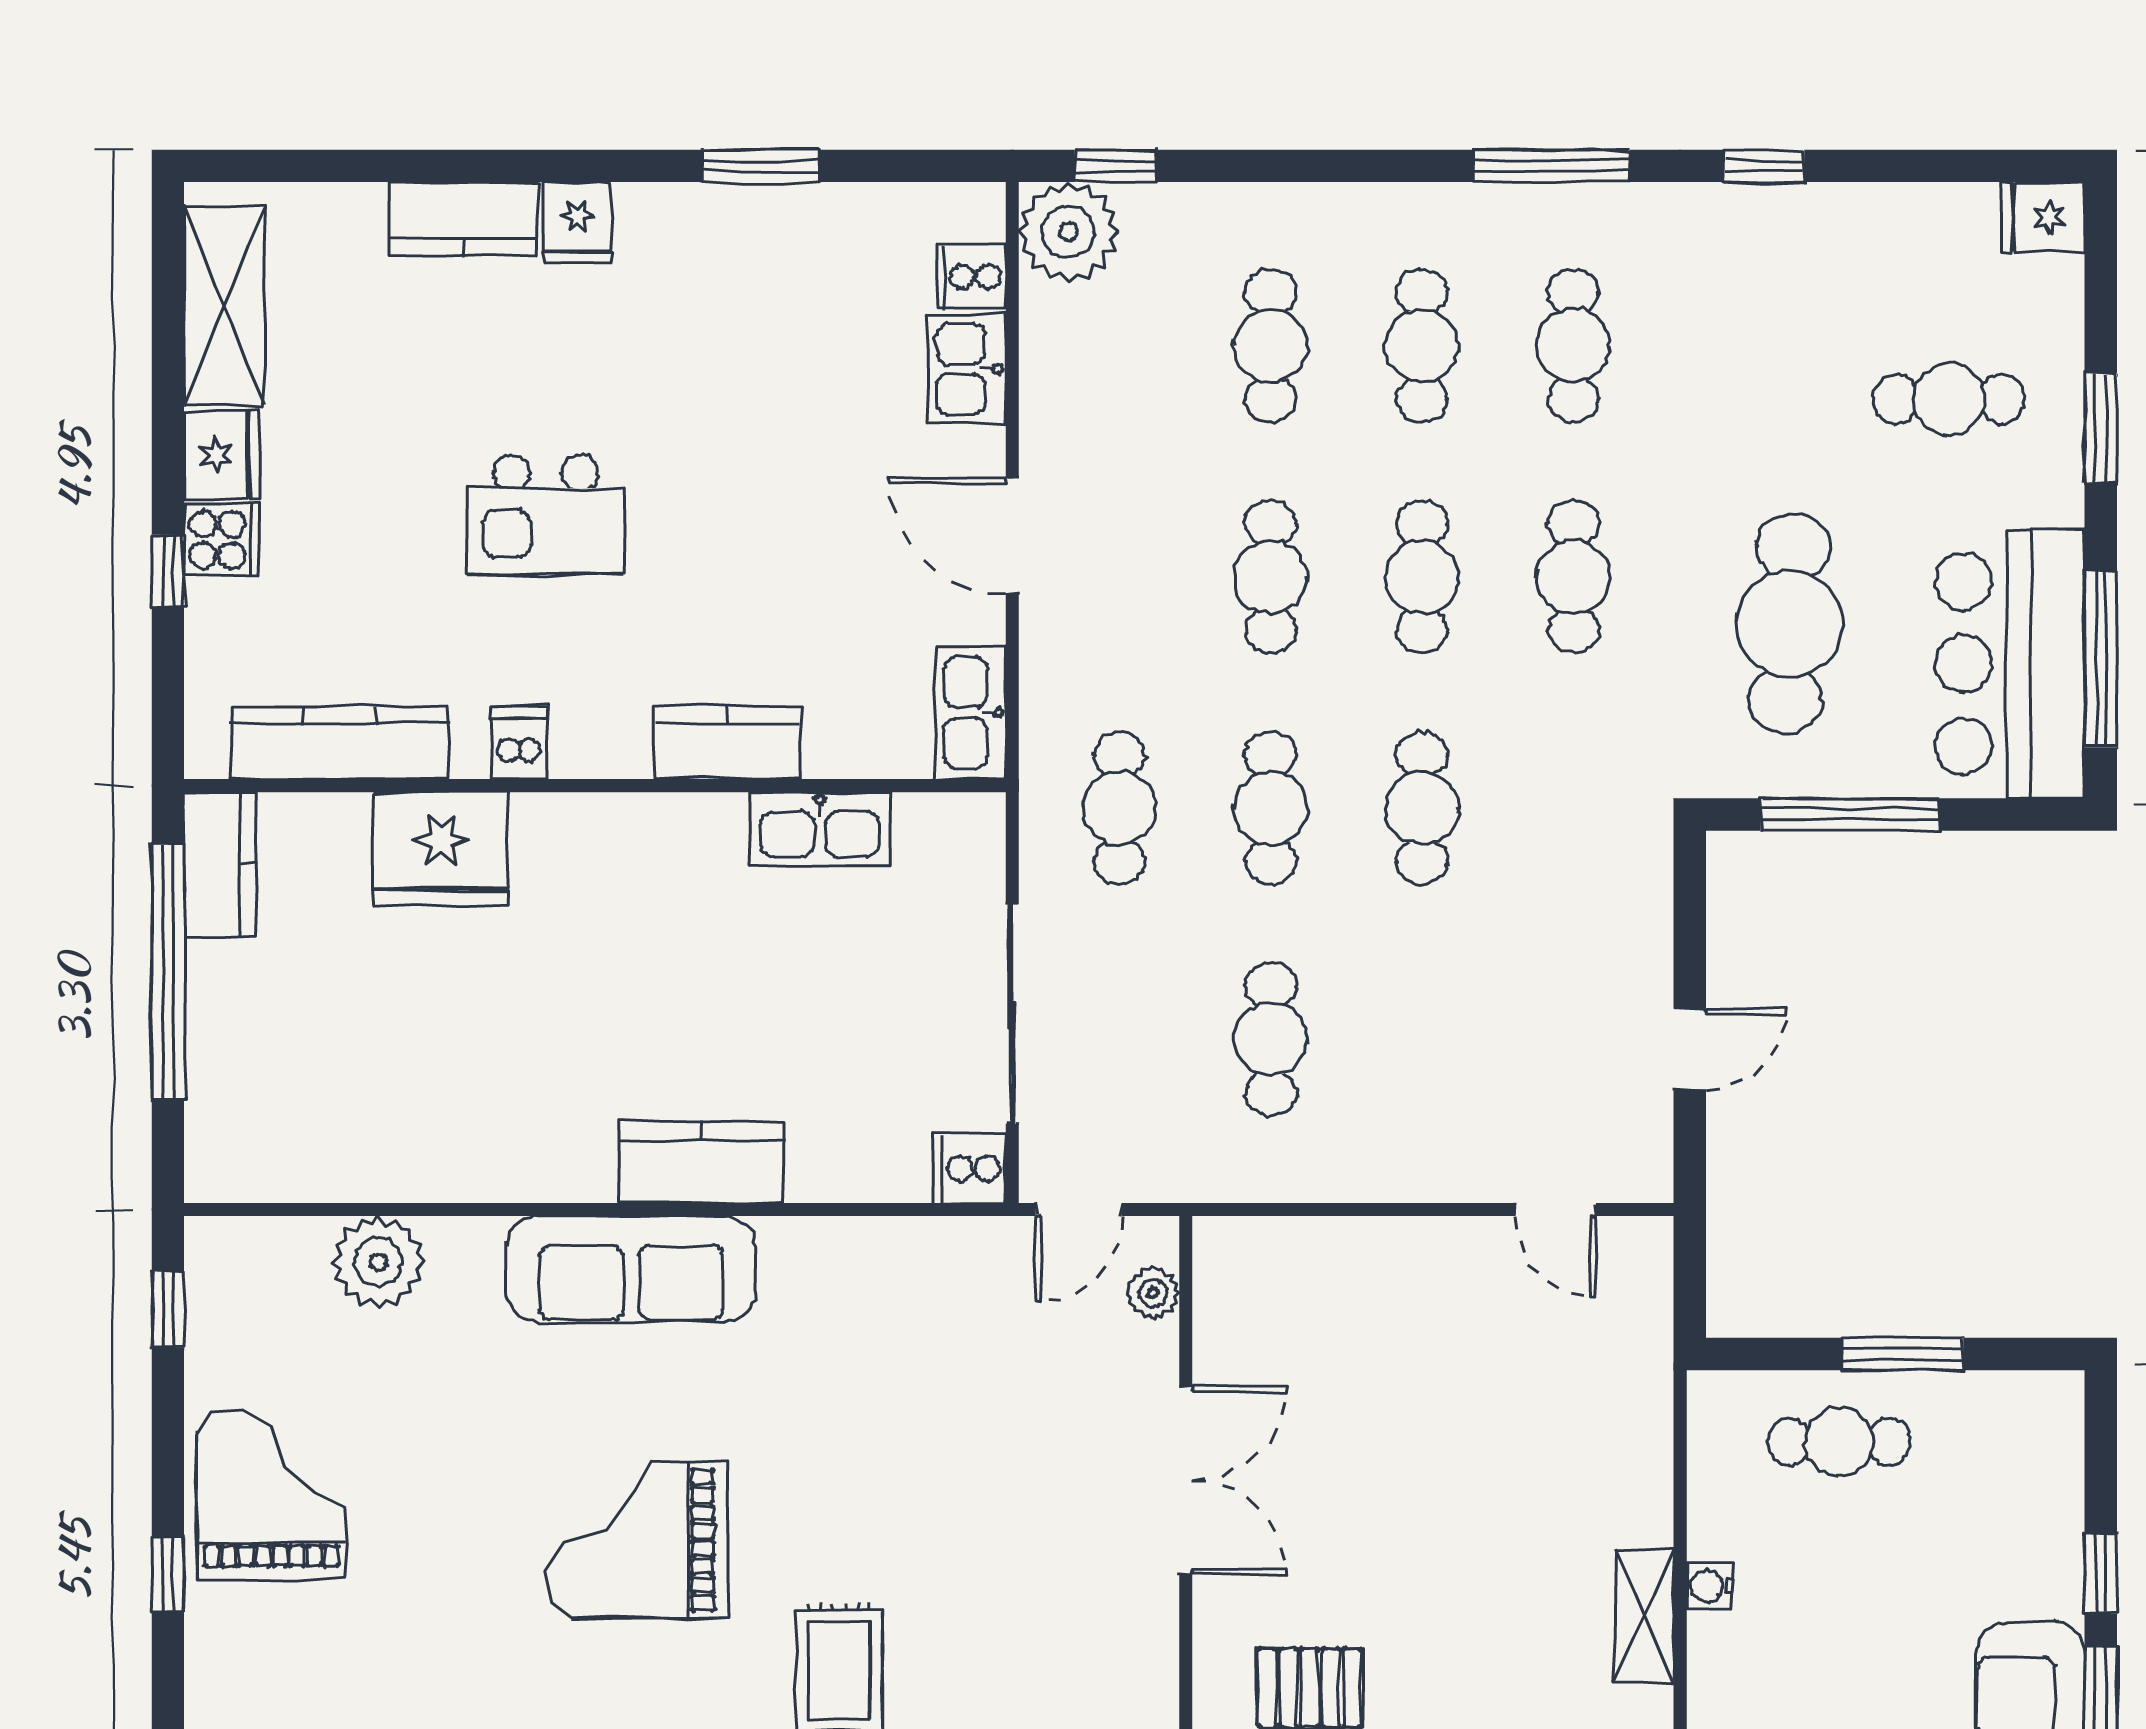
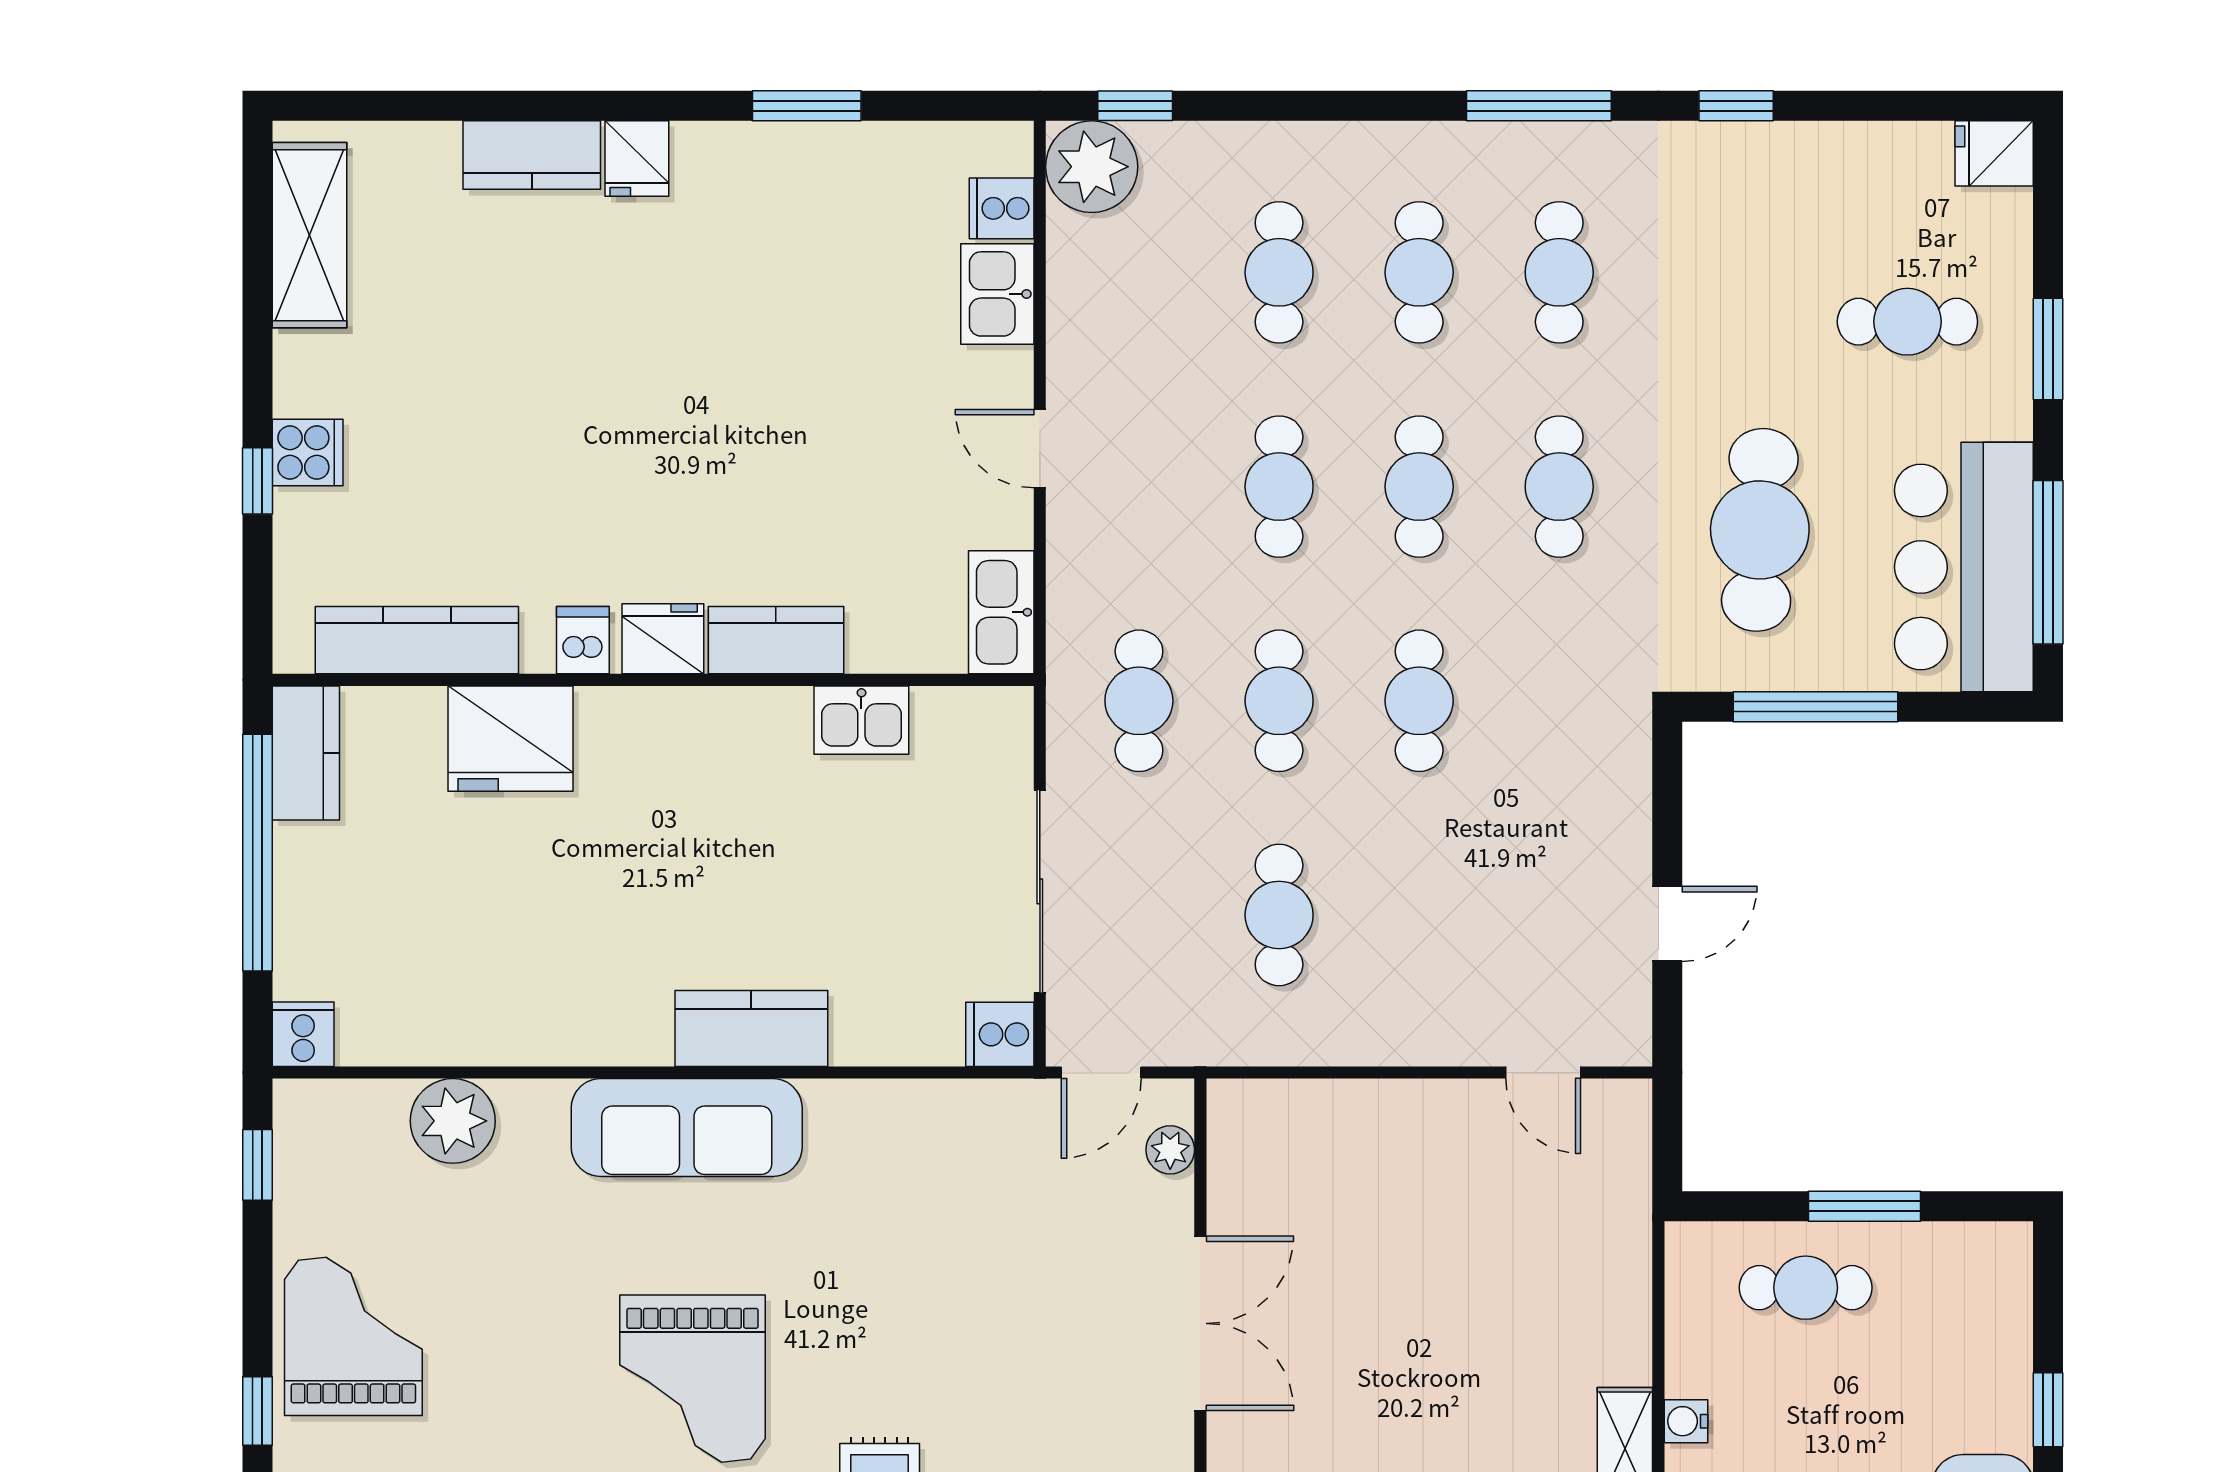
fridge: (222, 455) -> (663, 639), moved, turned -90
kitchen island: (546, 515) -> (608, 429), removed
door: (1012, 536) -> (1040, 449), width x0.73
kitchen sink: (820, 829) -> (861, 720), width x0.73
cooker: (217, 1168) -> (303, 1034), added
grand piano: (637, 1540) -> (692, 1379), turned -90

